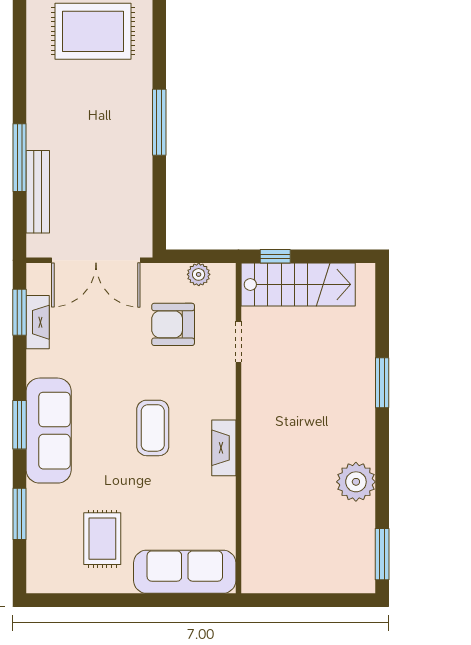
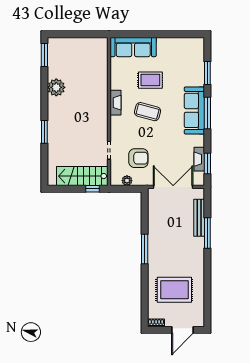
window: (20, 425) -> (207, 113), width x1.44
coffee table: (153, 428) -> (148, 112), turned -75
rug: (102, 539) -> (150, 80), moved, turned 90

